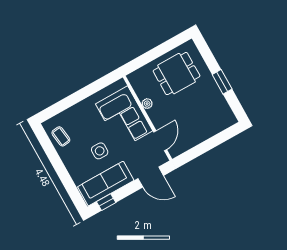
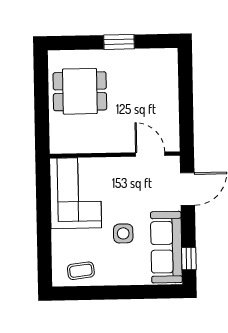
dining table: (177, 74) -> (80, 91), turned 90
plant: (147, 104) -> (97, 146), removed
corner sofa: (124, 117) -> (76, 193), moved, turned -90

